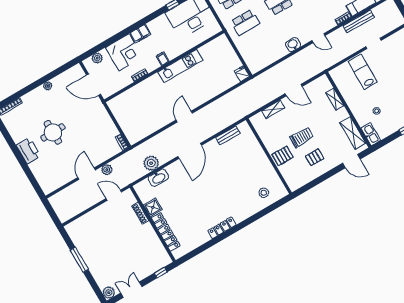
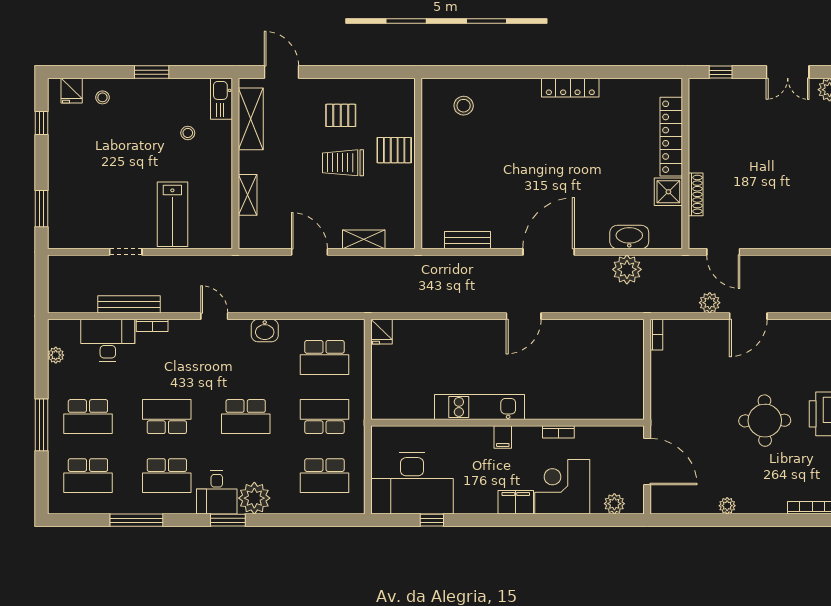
school desk: (260, 48) -> (324, 357), added

